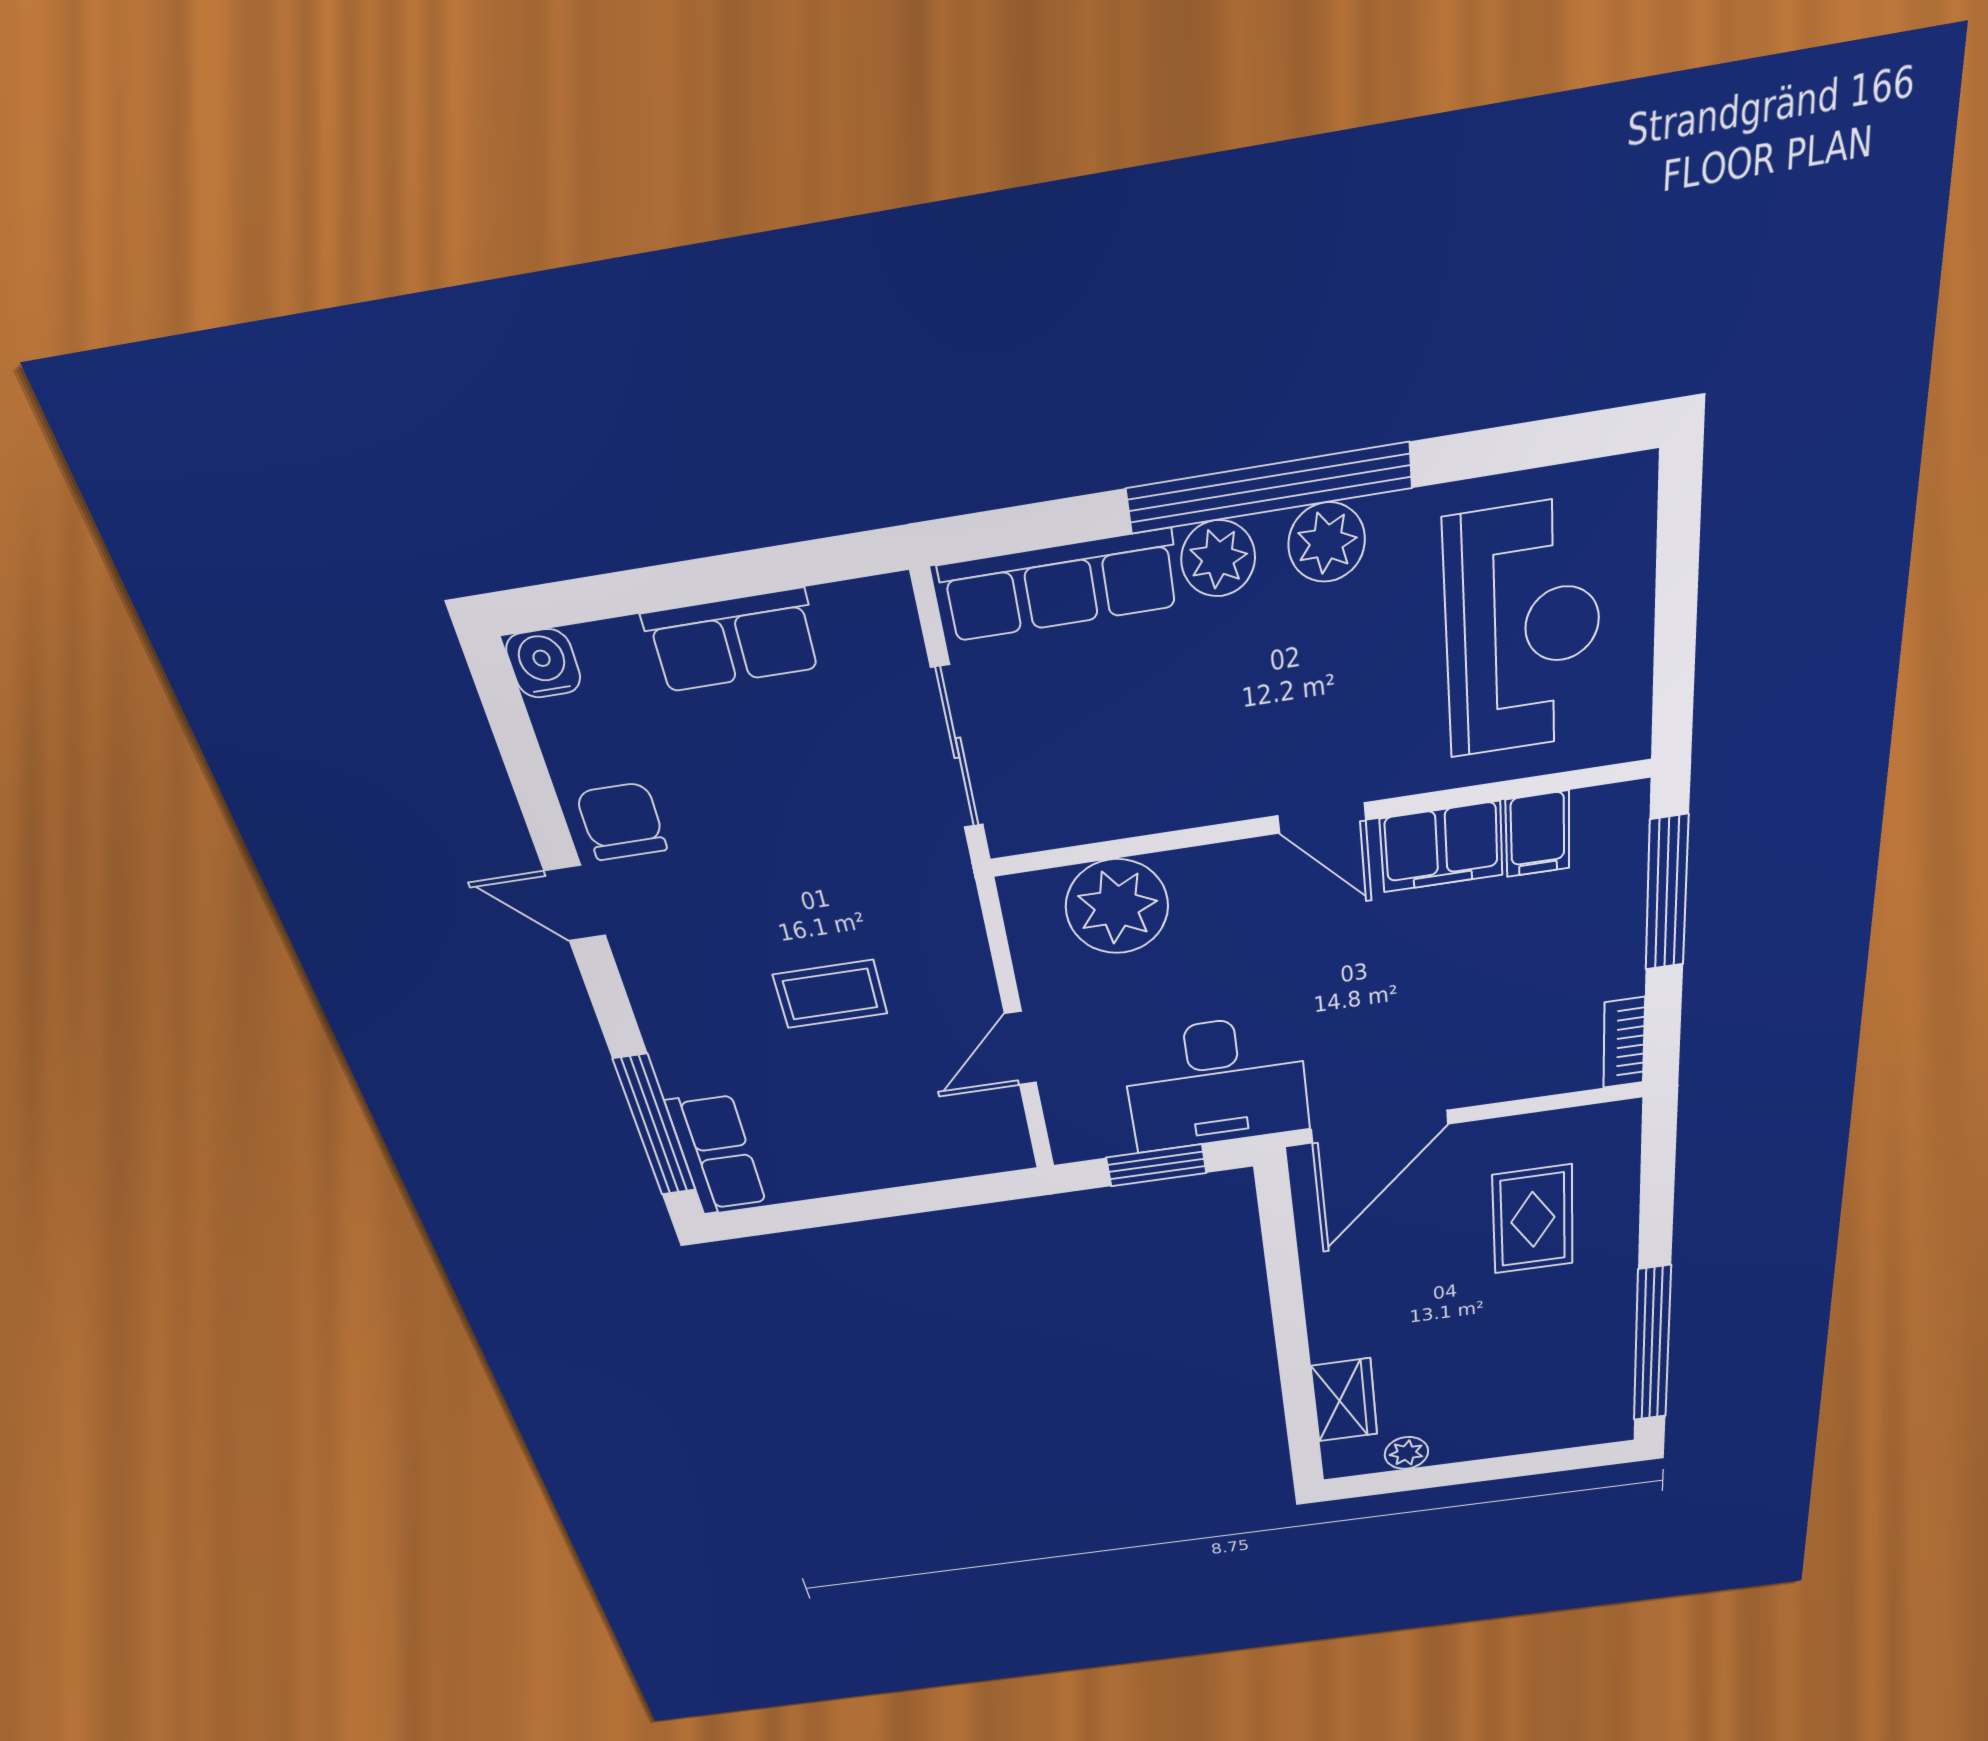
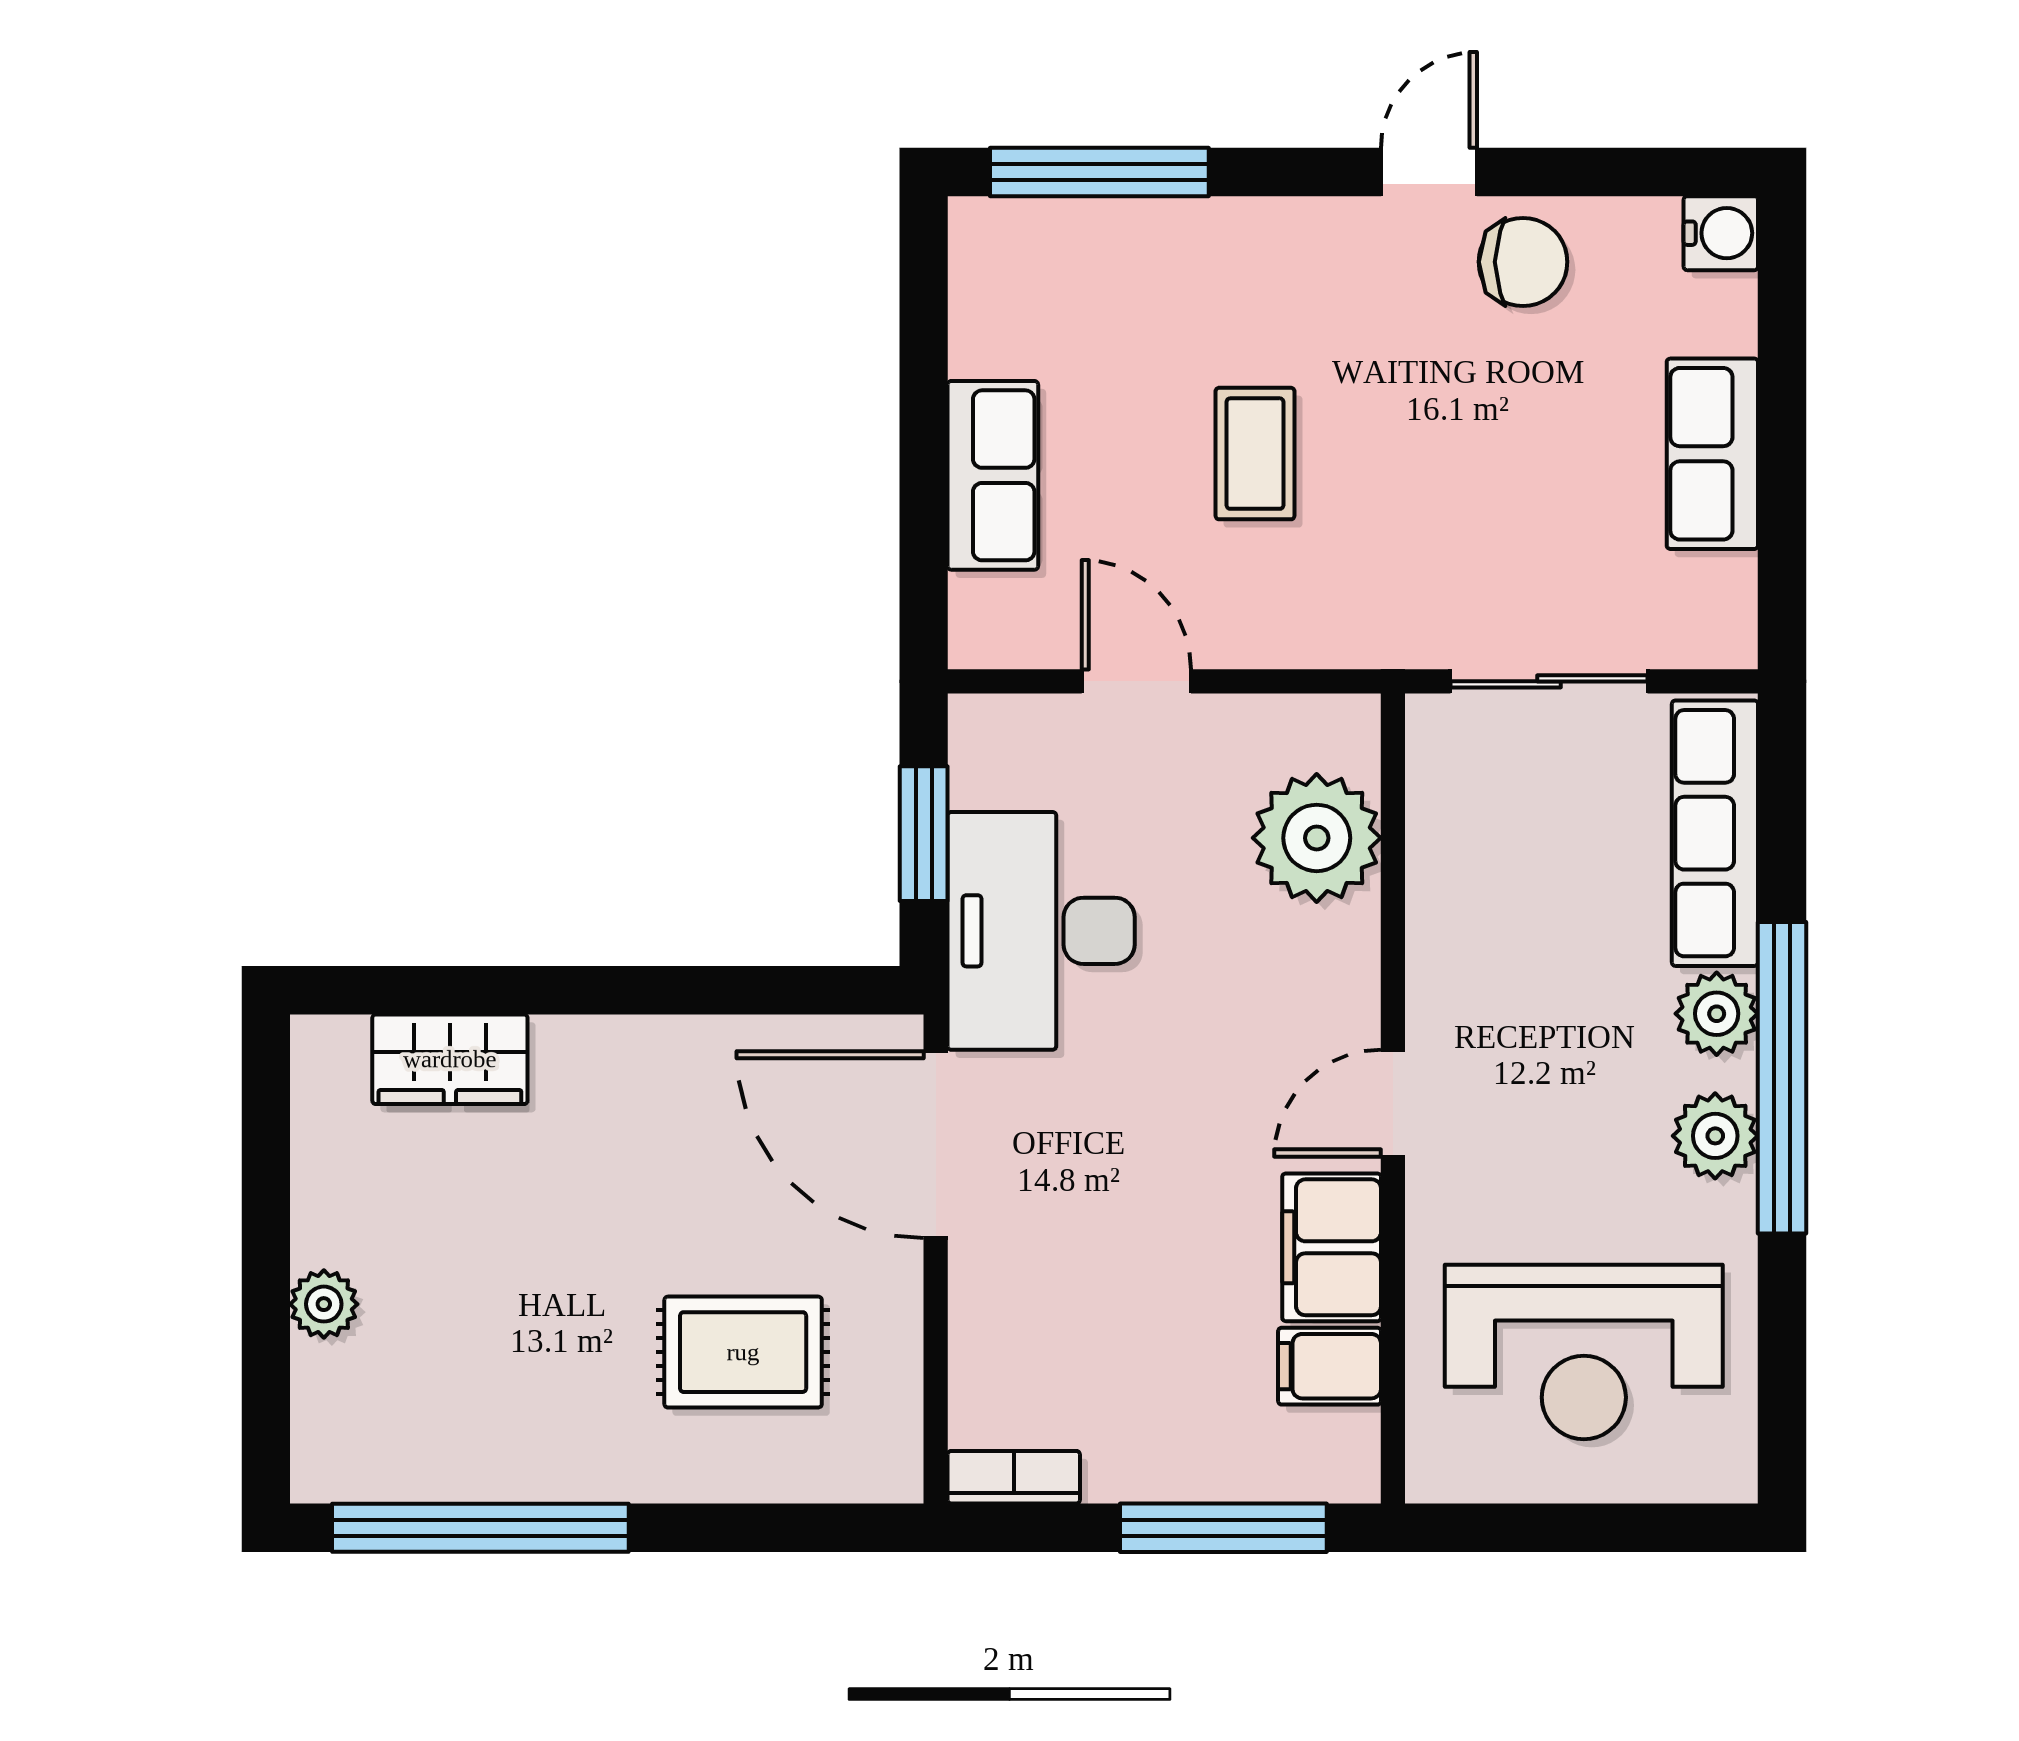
row of seats: (717, 1154) -> (993, 475), moved, turned -90
plant: (1406, 1453) -> (324, 1304), moved

